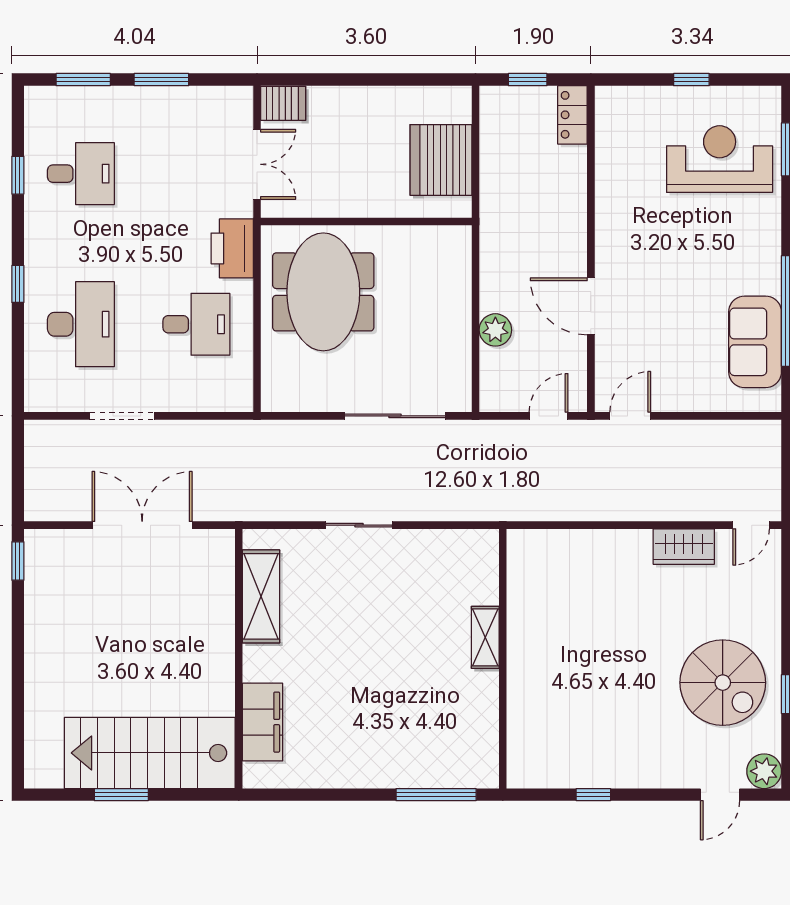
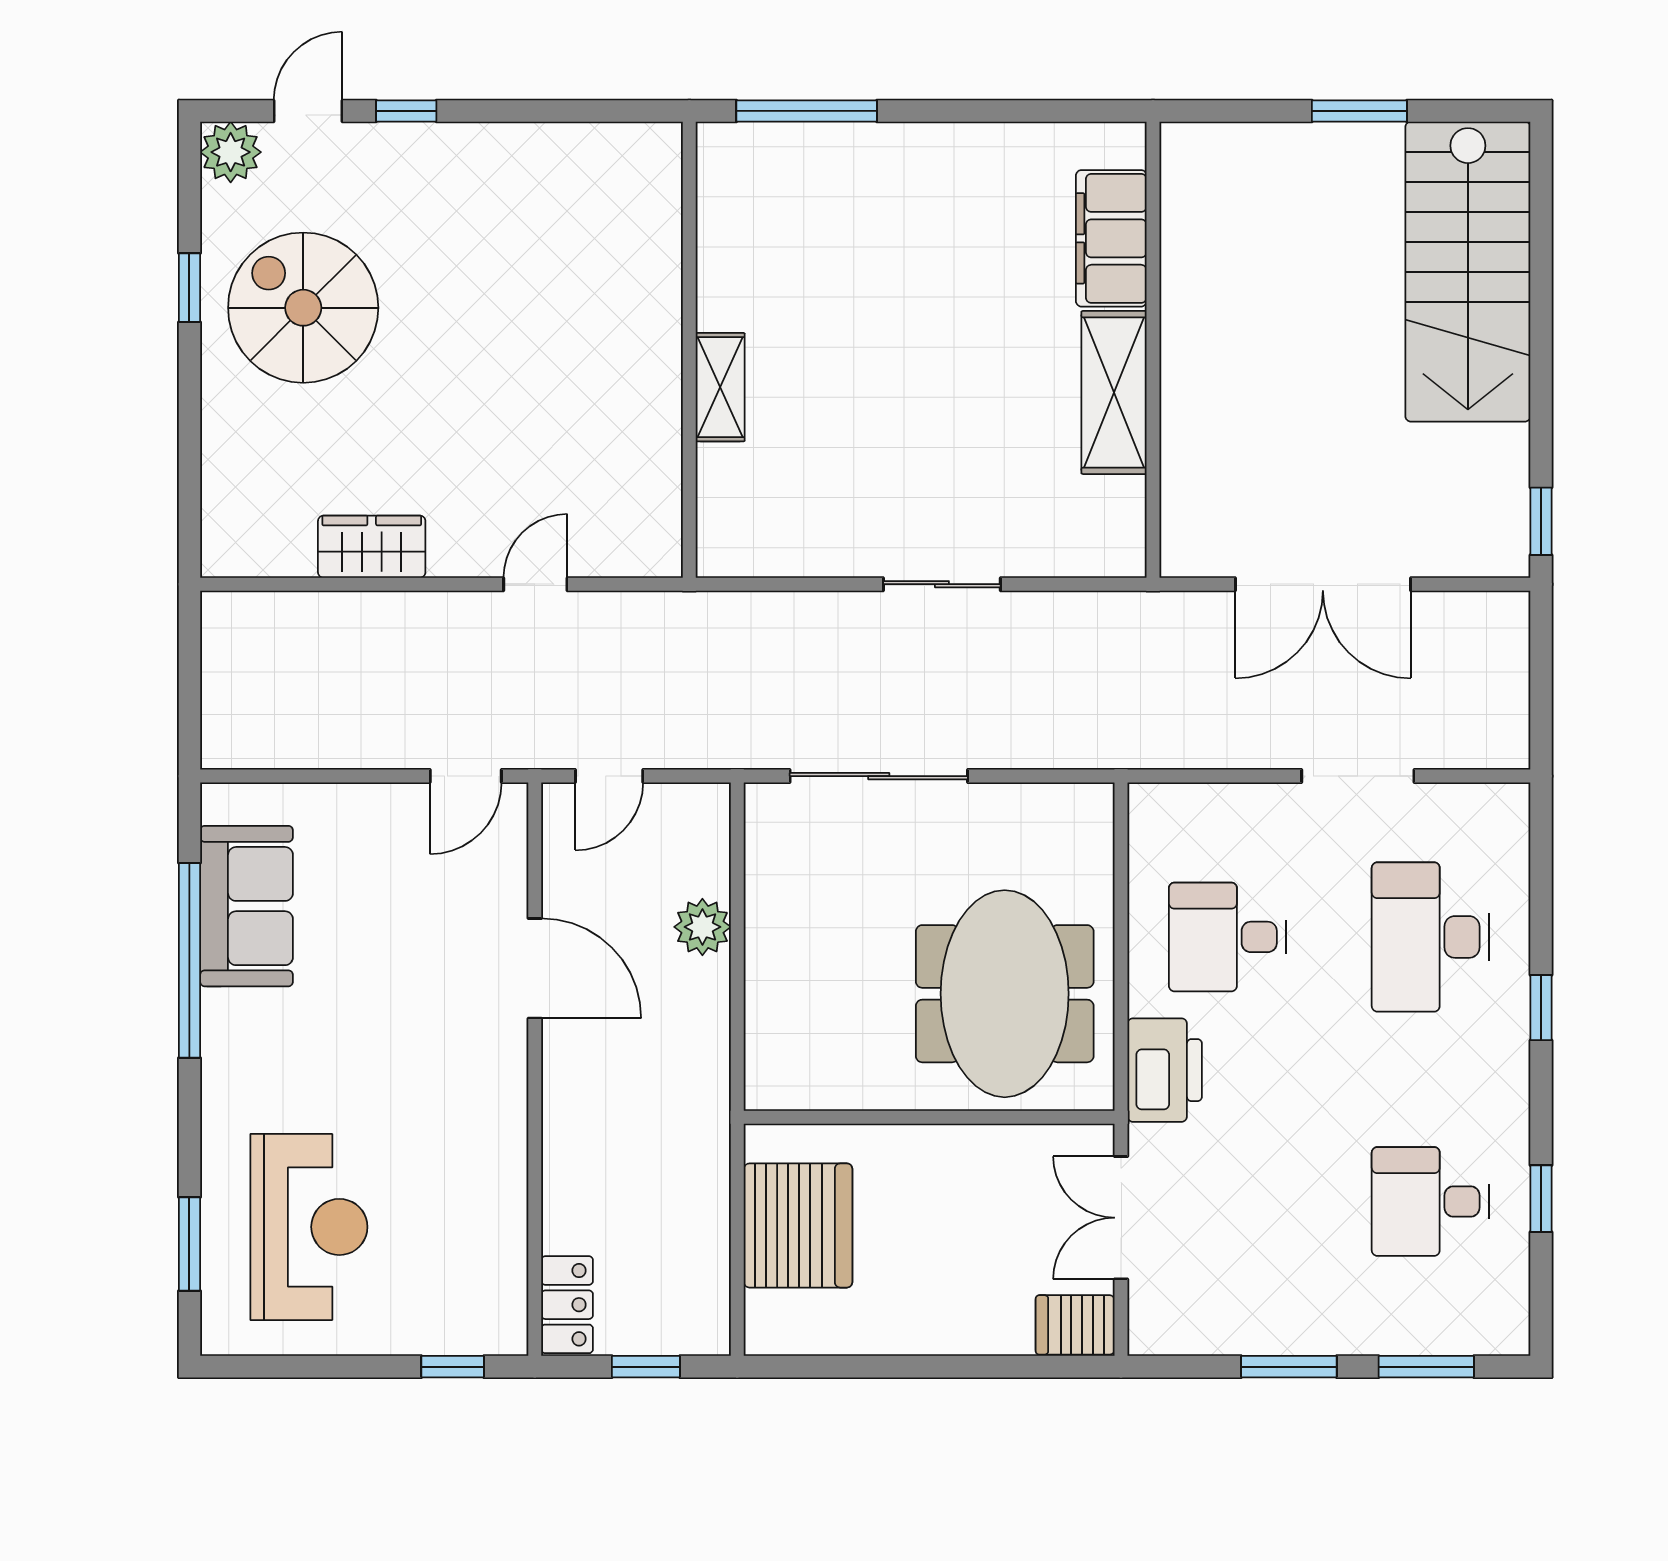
window: (691, 80) -> (453, 1367), moved
reception desk: (720, 159) -> (309, 1227), turned -90
door: (751, 525) -> (535, 584), moved
shelving: (261, 596) -> (1114, 392), moved
stairs: (150, 753) -> (1468, 272), moved, turned 90
window: (593, 795) -> (406, 111), moved

